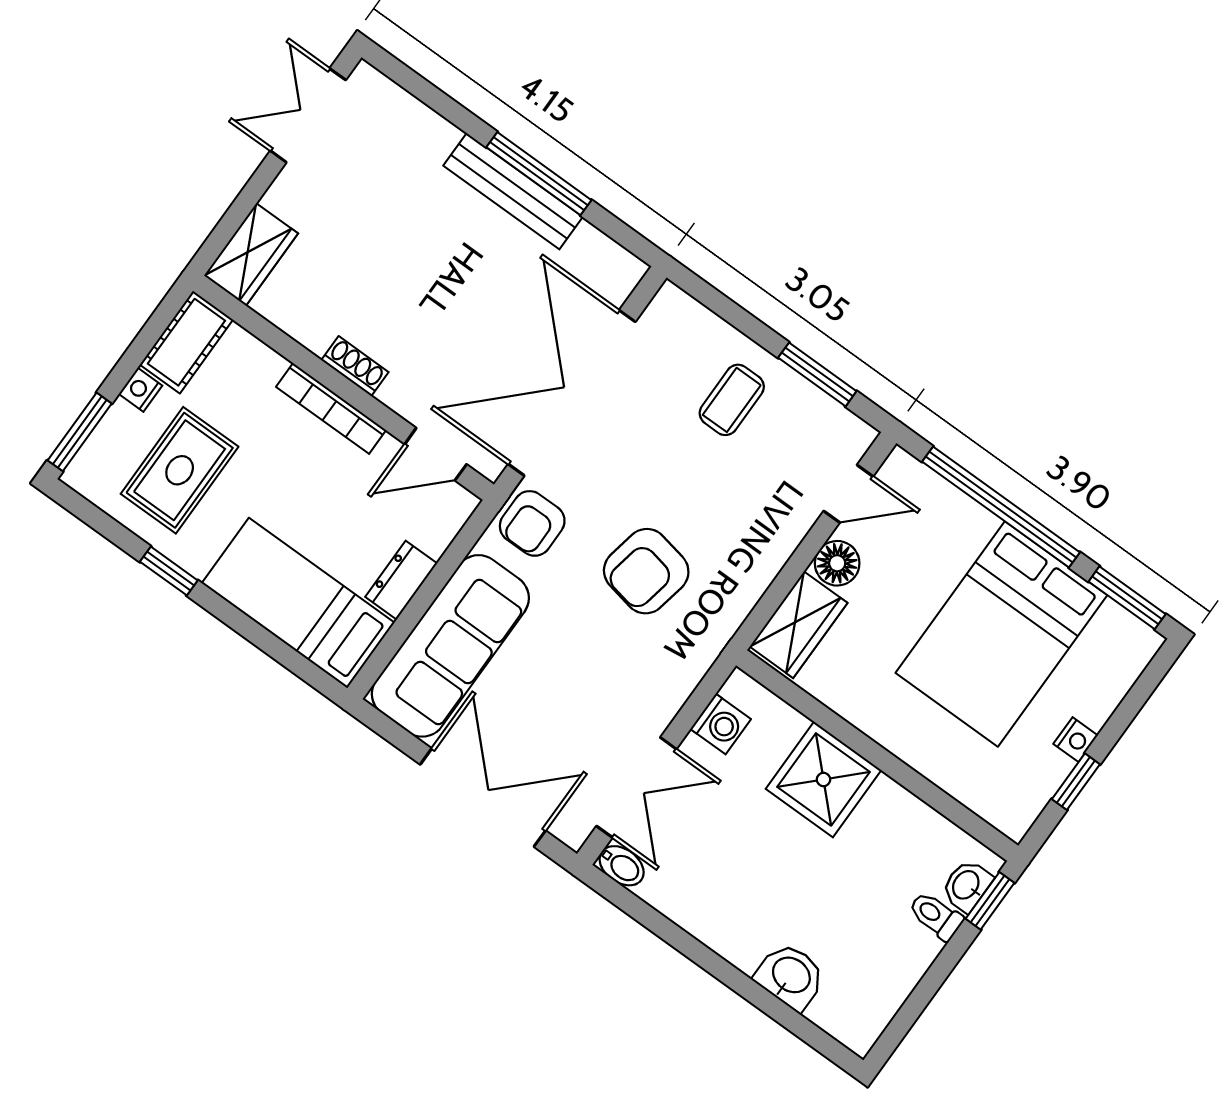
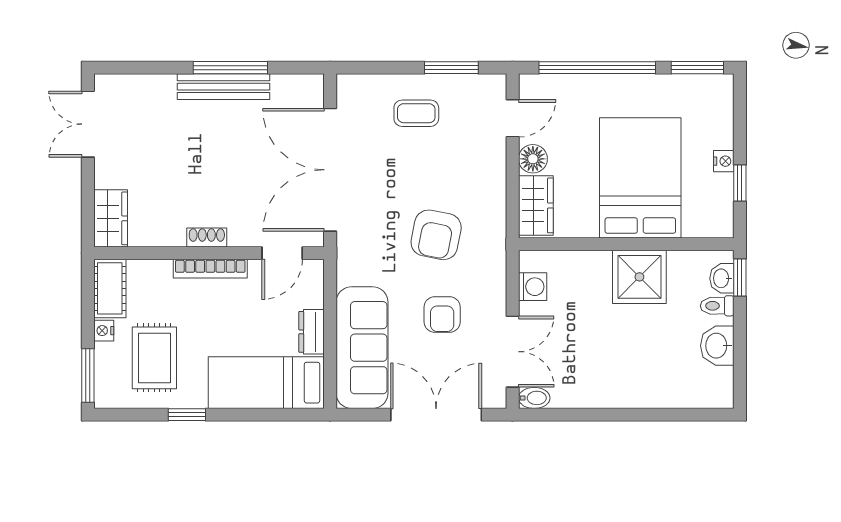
coffee table: (732, 400) -> (416, 113), turned 90
armchair: (532, 523) -> (442, 314), moved
bed: (1001, 634) -> (640, 178), moved, turned 180
shower: (823, 779) -> (639, 277), moved
washbasin: (790, 976) -> (717, 346), moved, turned -90

